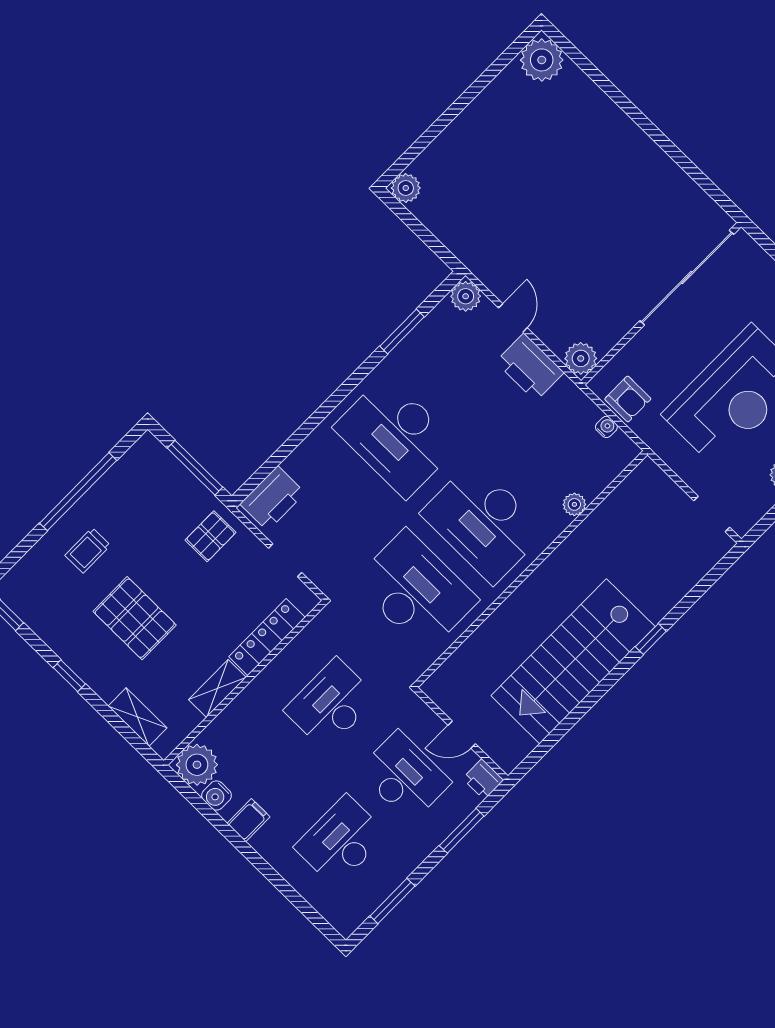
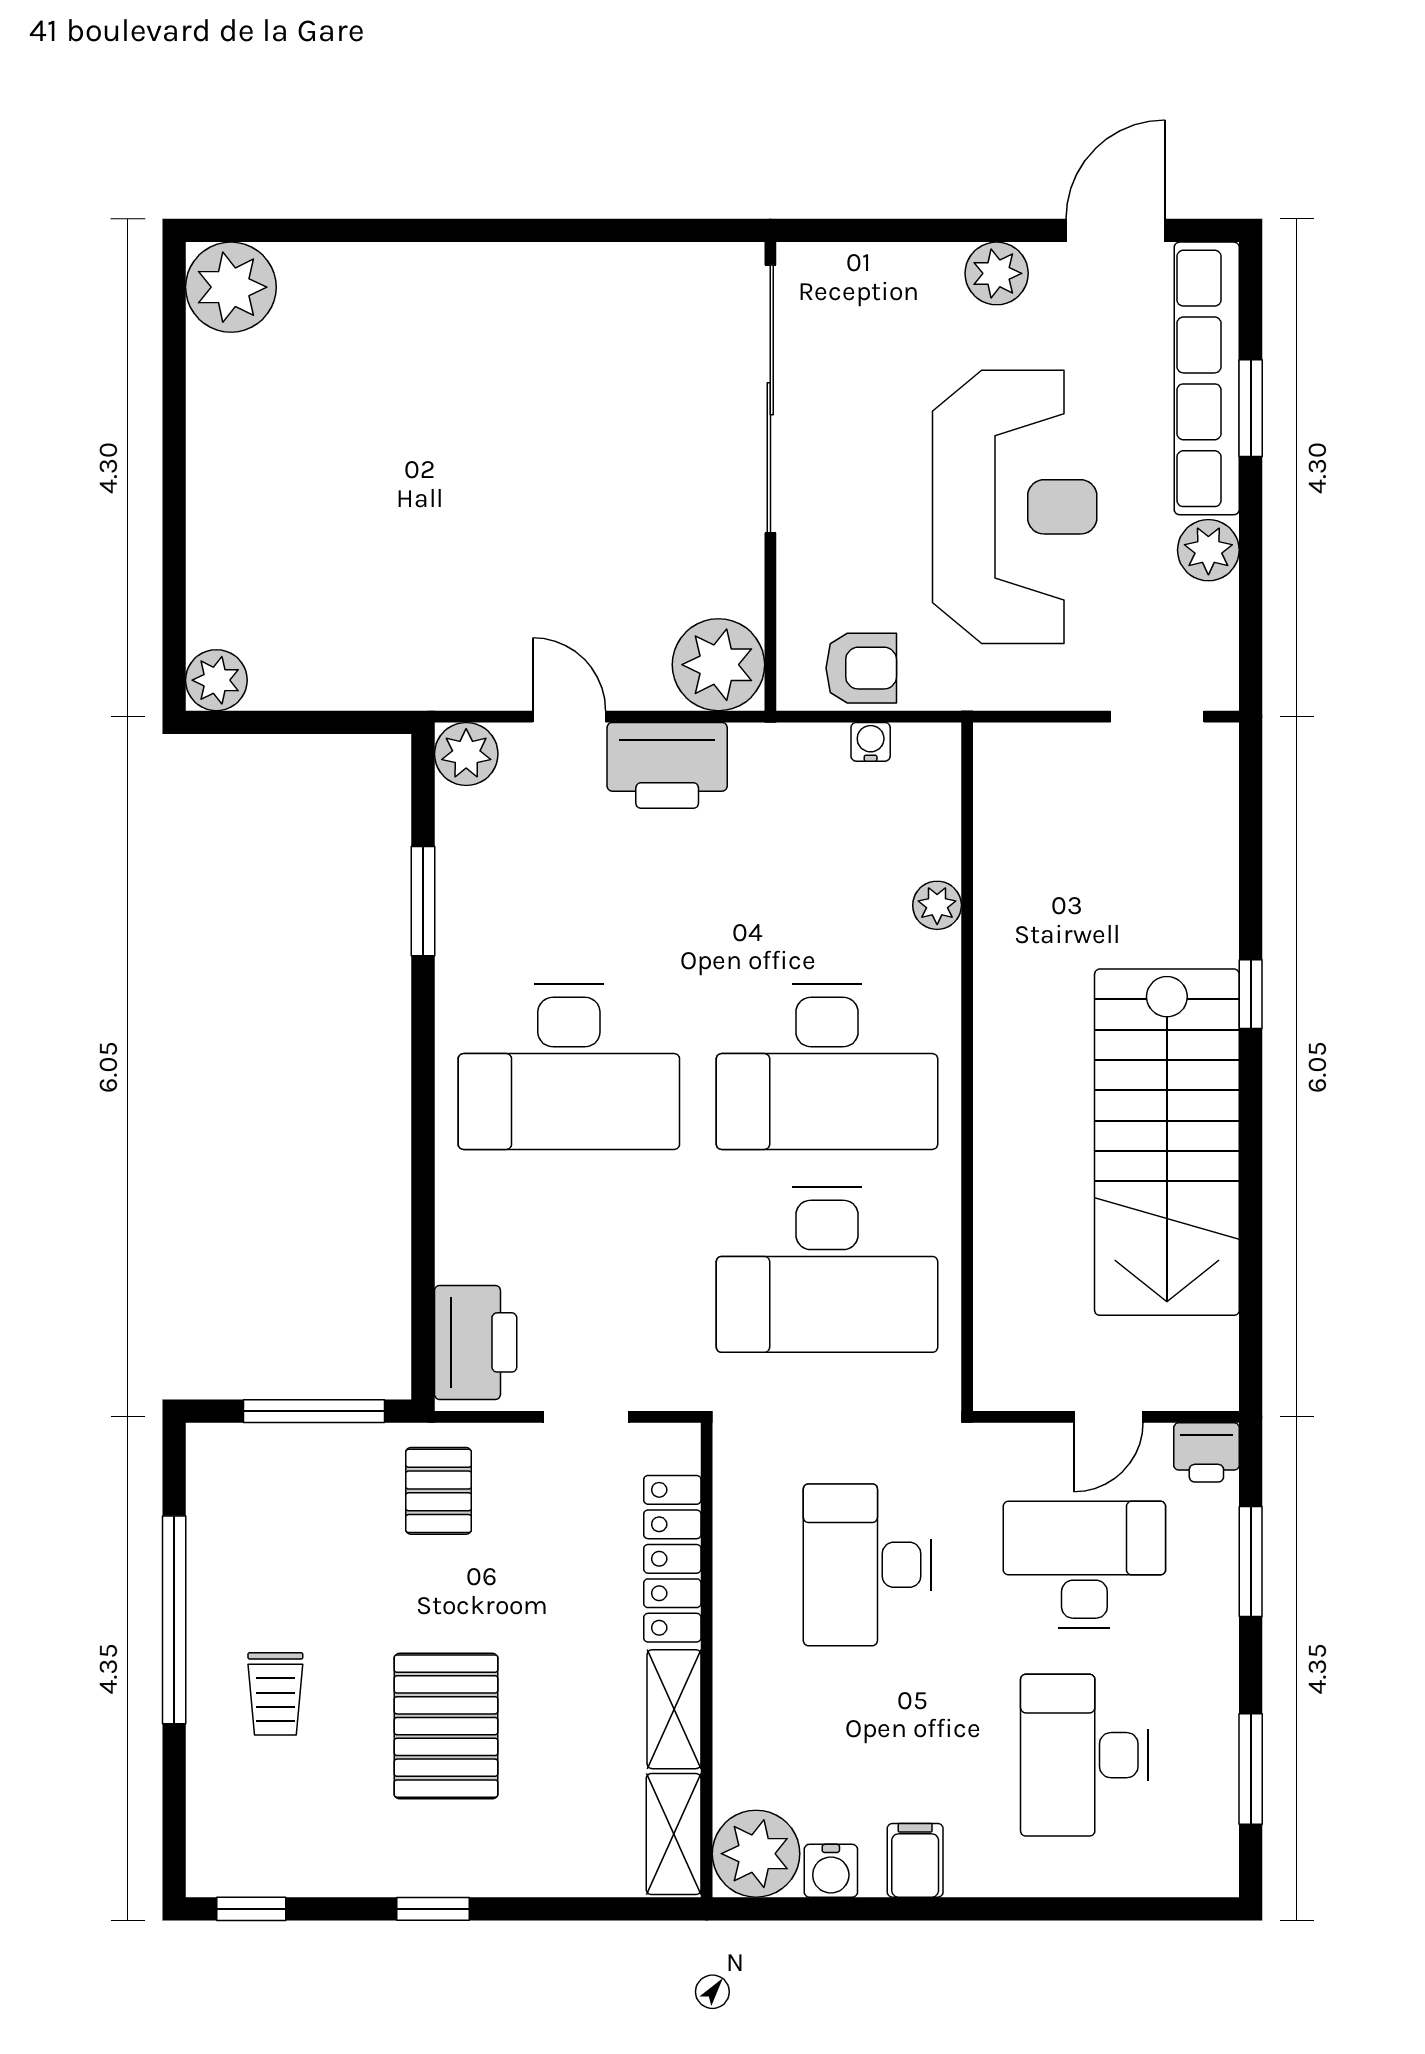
plant: (581, 358) -> (718, 665), width x1.36, depth x1.36
desk: (416, 591) -> (827, 1270), turned 180
pallet: (135, 618) -> (446, 1726), turned 90
shelving: (137, 717) -> (674, 1834), moved, turned 90

